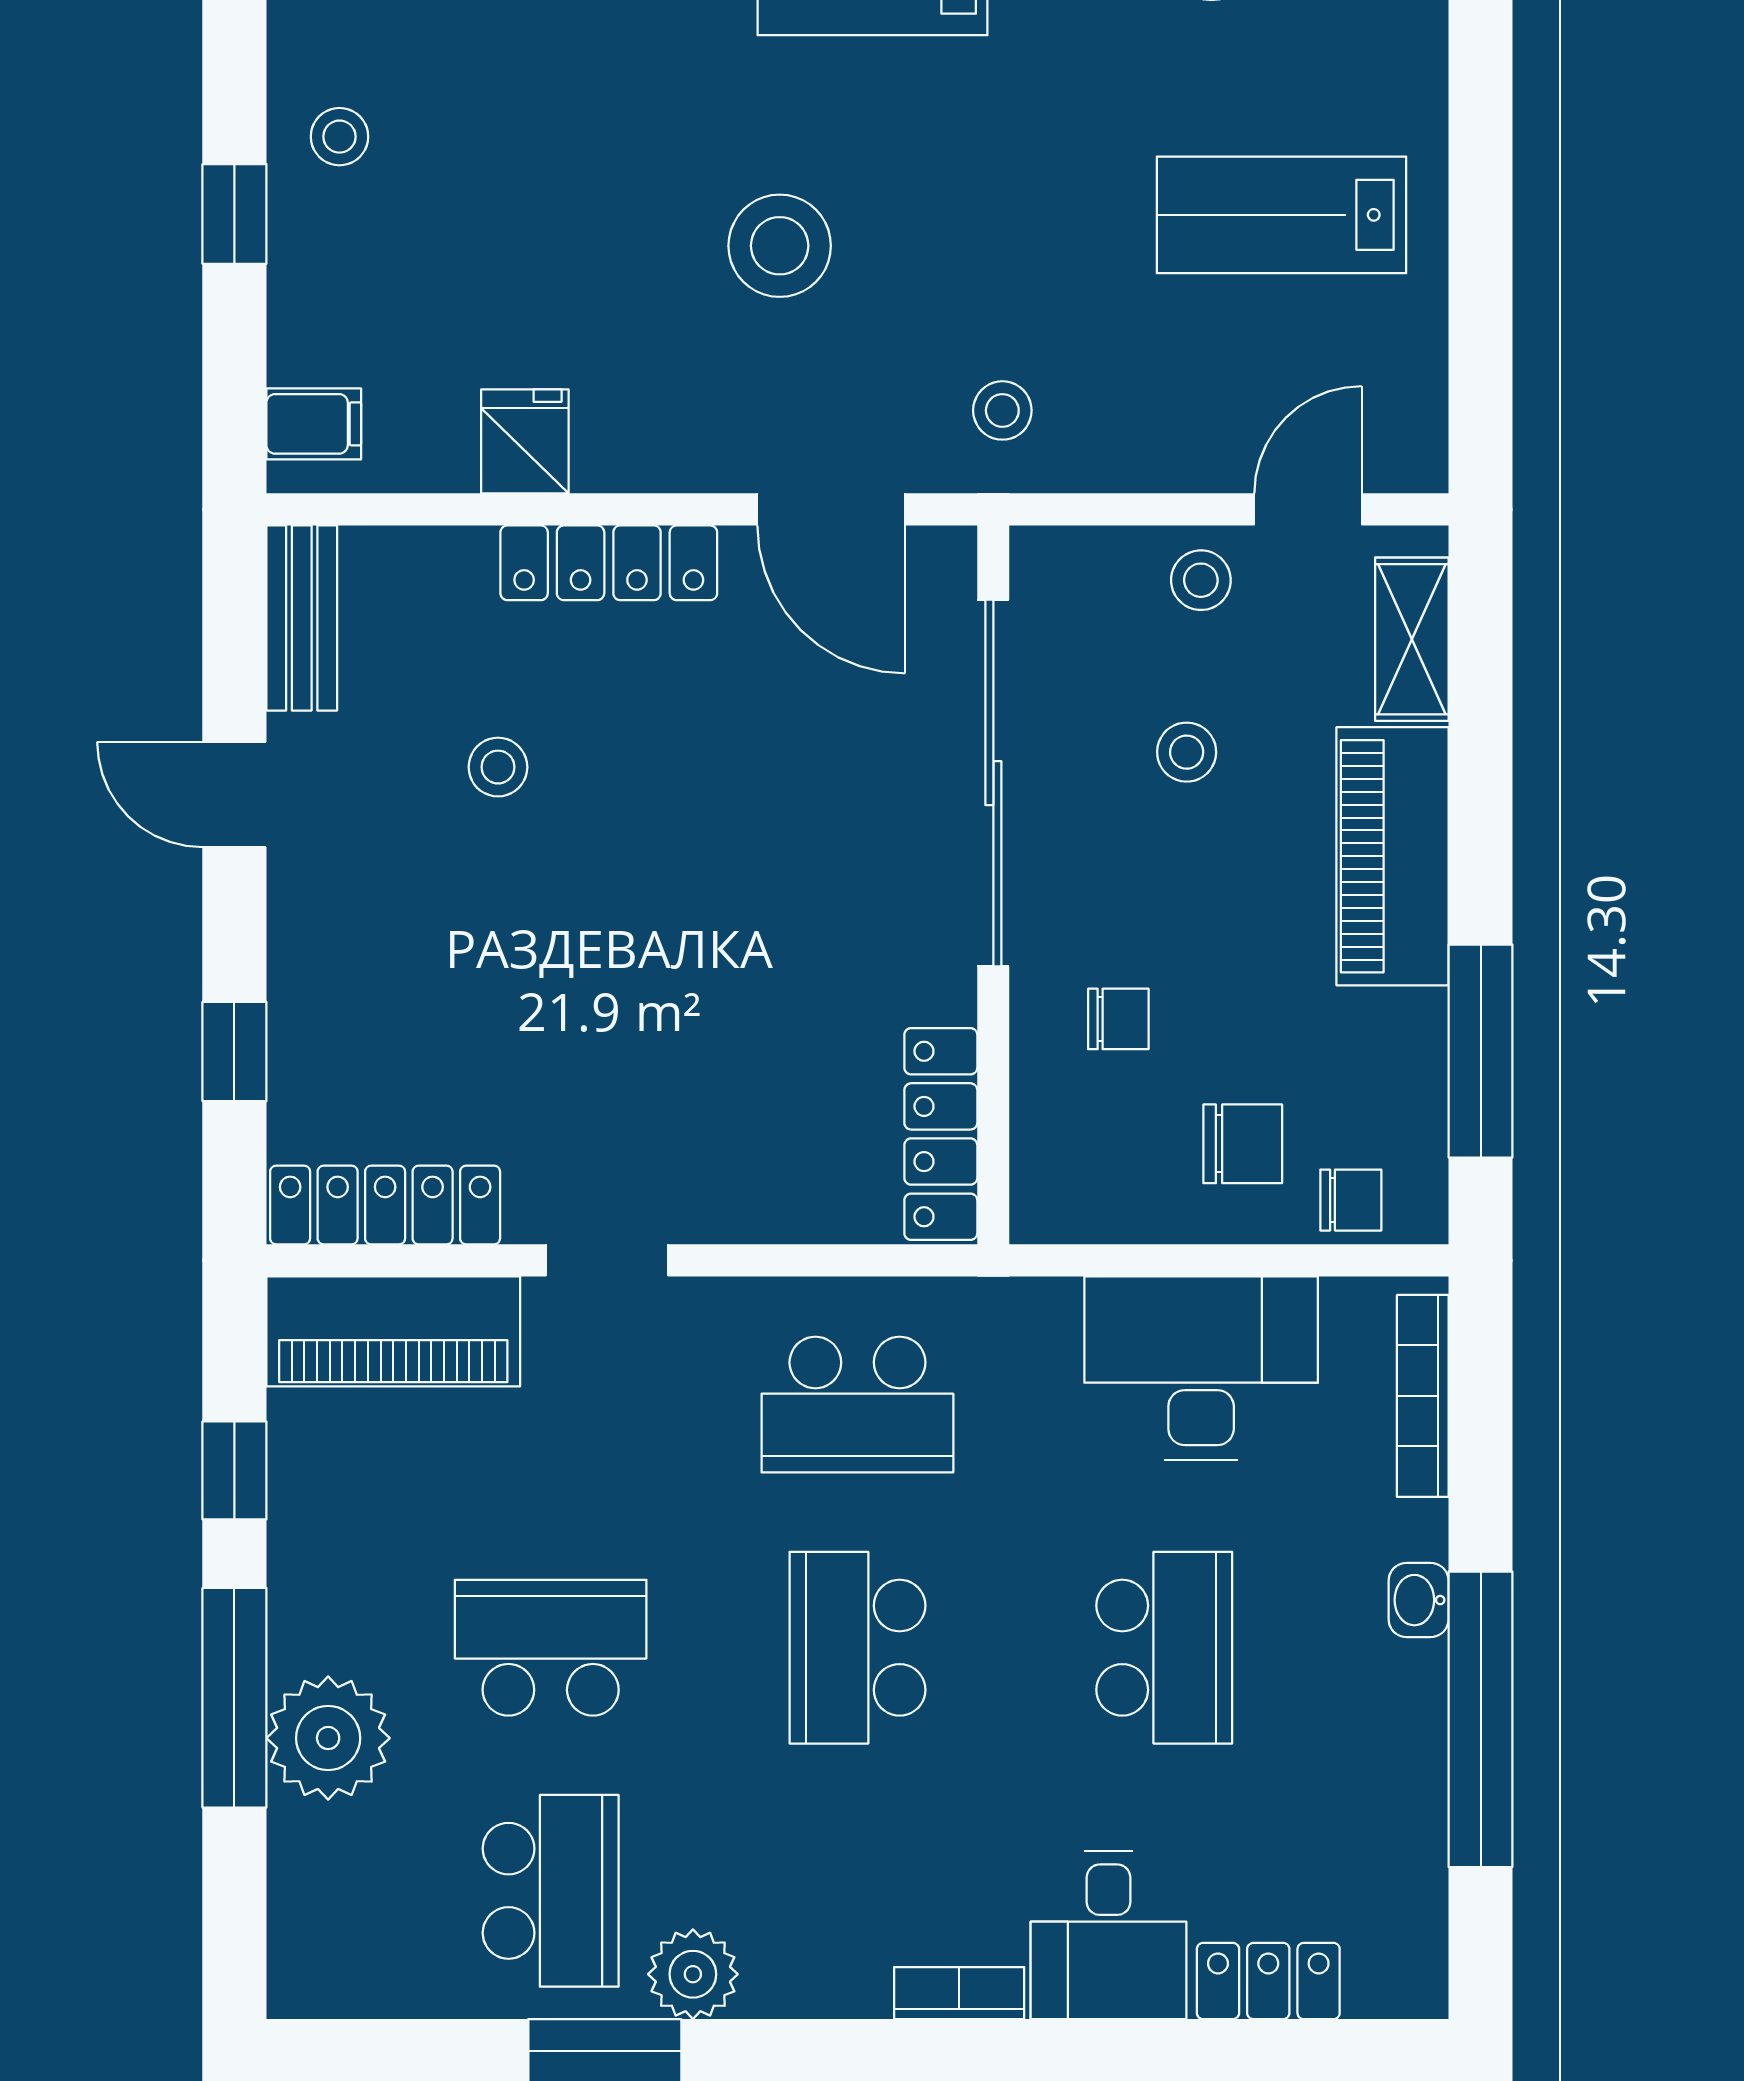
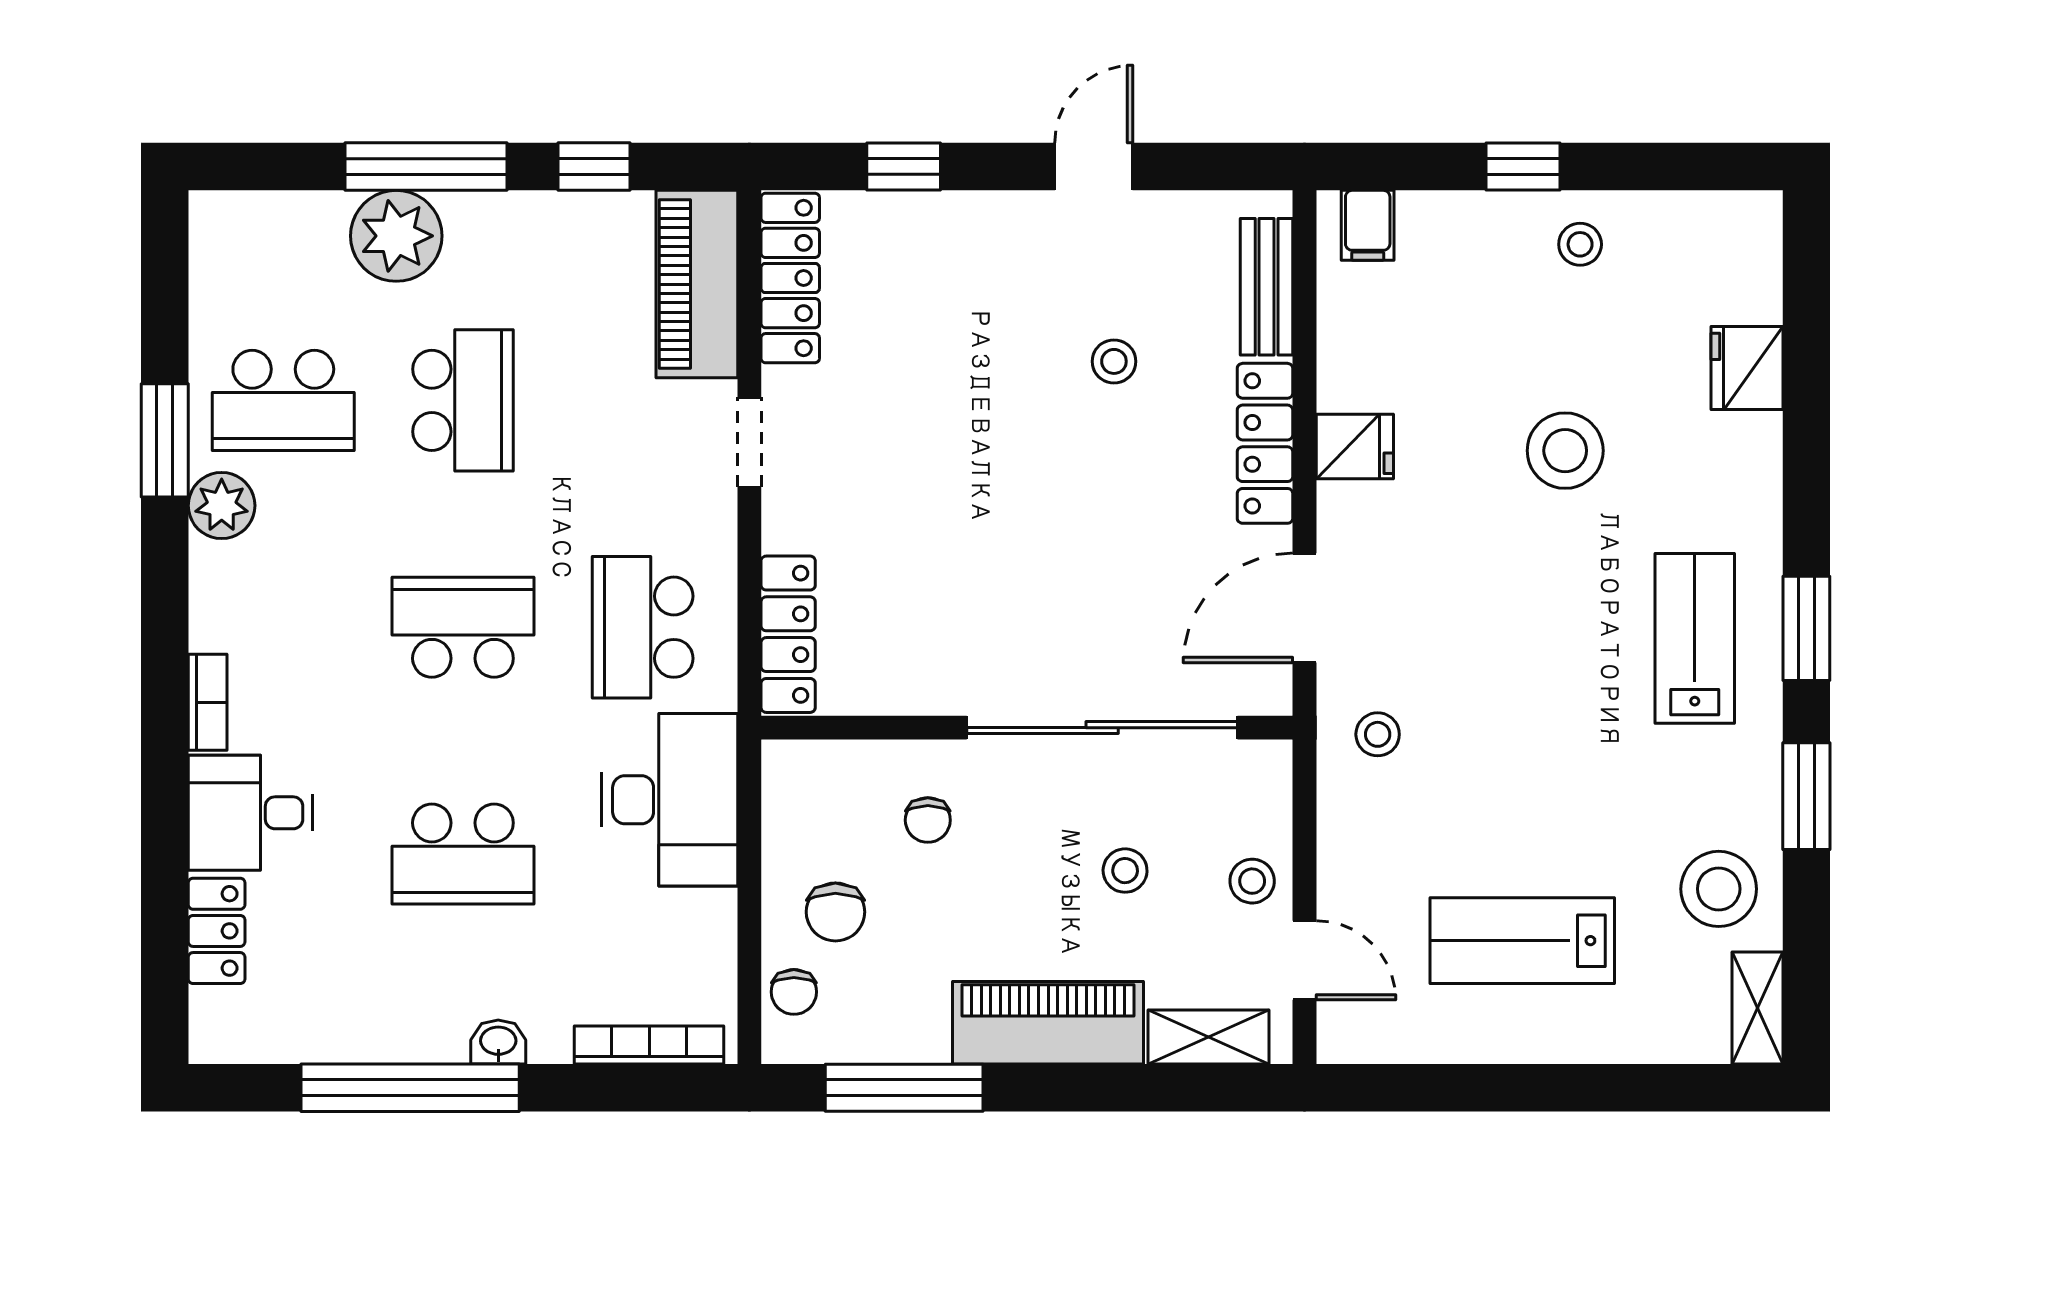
lab bench: (1281, 215) -> (1522, 941), turned -90
stool: (780, 246) -> (1565, 451), moved
fridge: (525, 441) -> (1355, 447), moved
bench: (302, 618) -> (1267, 287), moved, turned 90
locker: (941, 1134) -> (788, 634), moved, turned 90
desk: (1201, 1368) -> (670, 800), moved

